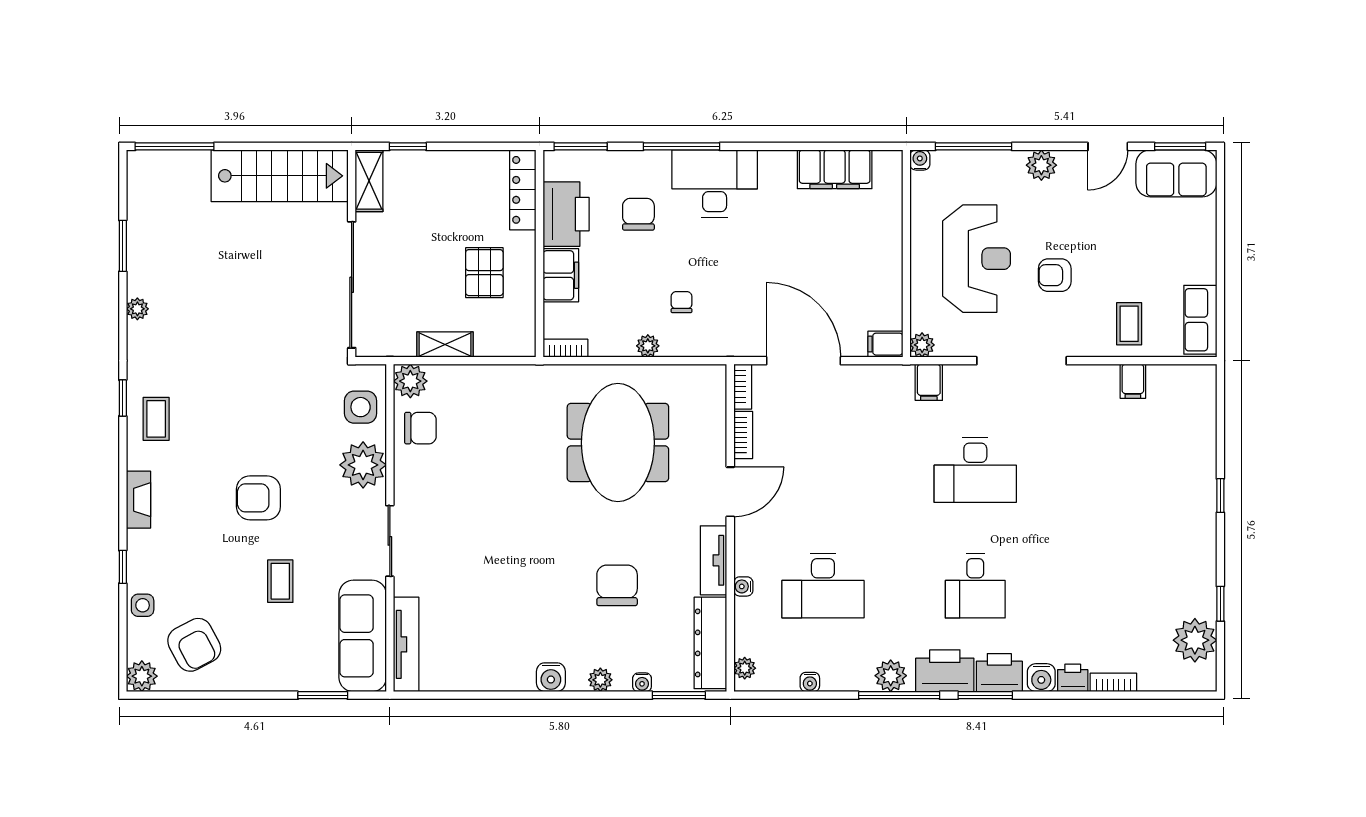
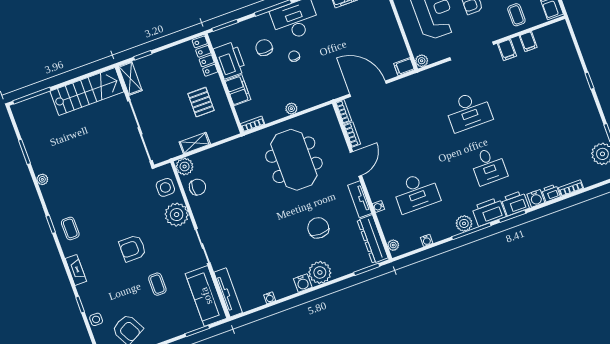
chair: (682, 302) -> (294, 56), moved
filing cabinet: (929, 382) -> (507, 50), moved
plant: (600, 680) -> (320, 272), width x1.88, depth x1.88
water cooler: (642, 682) -> (270, 298), moved

